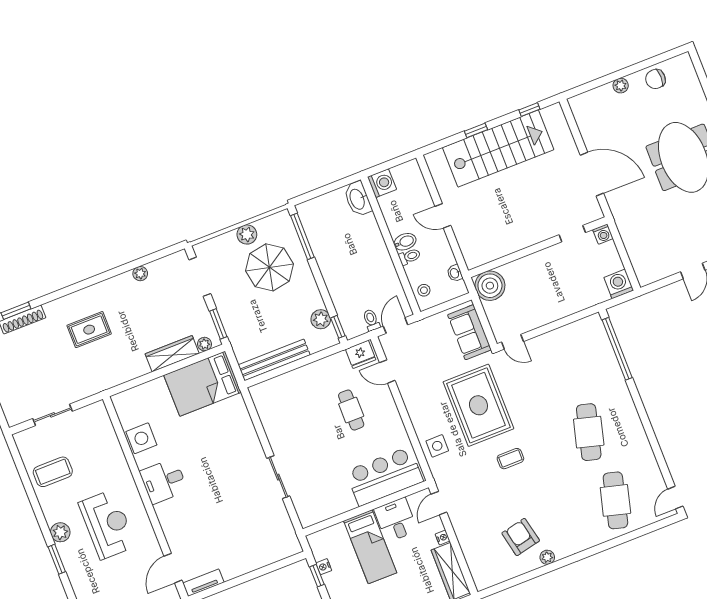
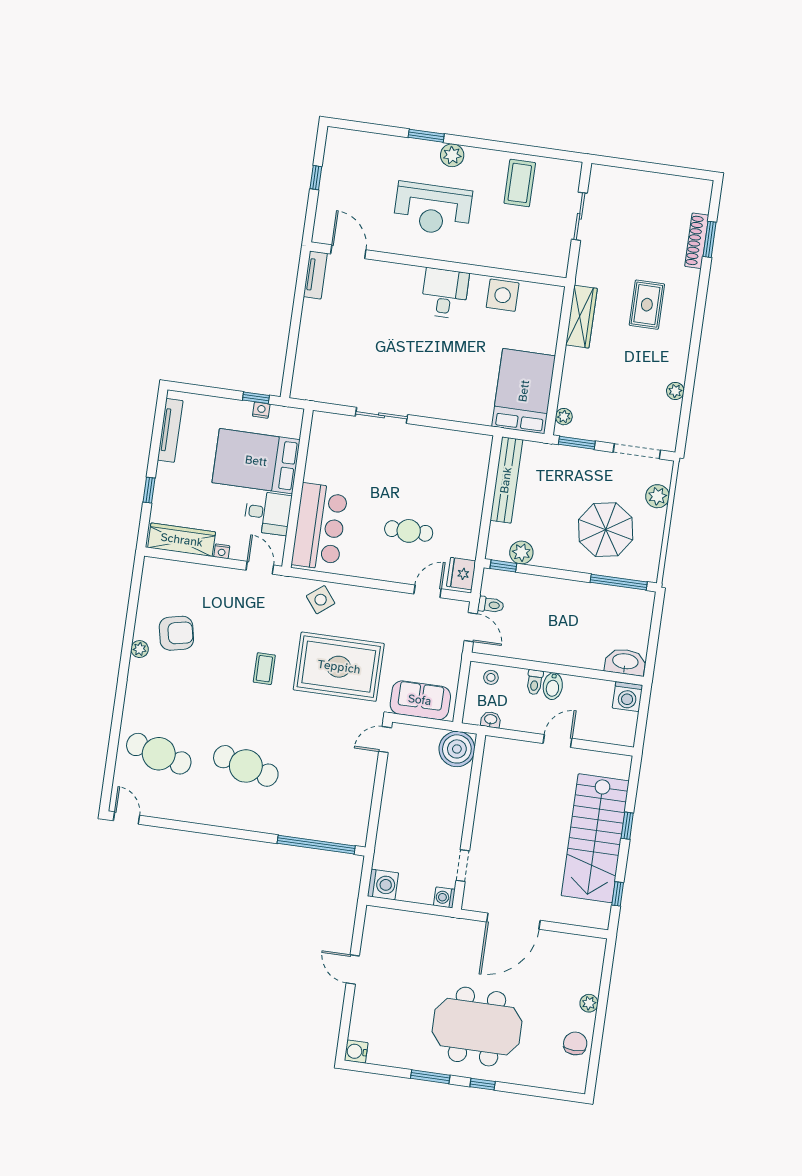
plant: (247, 234) -> (657, 496), moved
wardrobe: (172, 354) -> (581, 317), moved
side table: (437, 446) -> (321, 600), turned -38
bed: (370, 547) -> (256, 461), width x1.50

